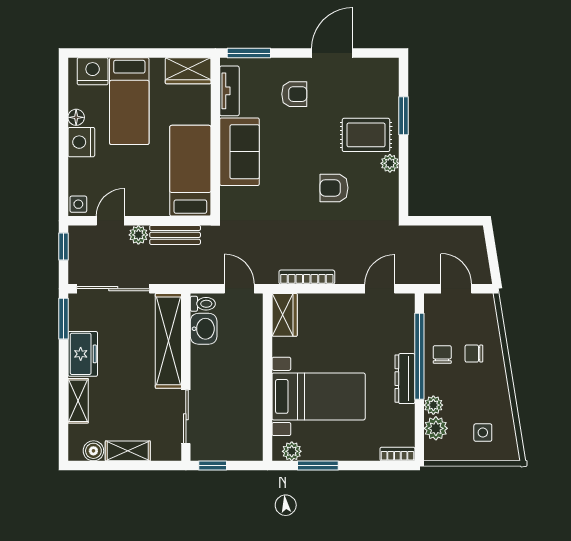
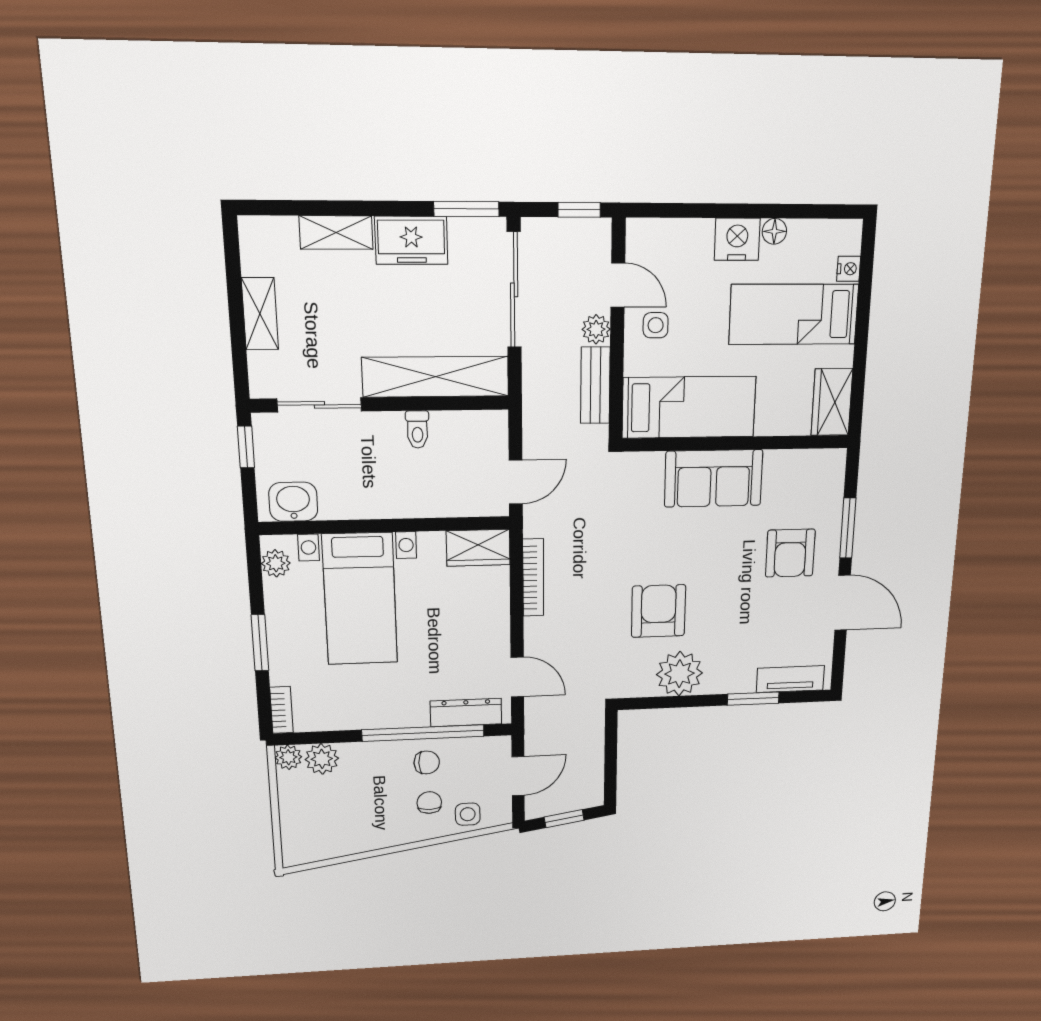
window: (249, 53) -> (848, 528), moved
nightstand: (93, 71) -> (849, 269), width x0.53, depth x0.56
tv unit: (229, 91) -> (790, 679), moved, turned 180
armchair: (294, 94) -> (790, 553), width x1.38, depth x1.38
rug: (366, 135) -> (730, 651), removed
plant: (390, 163) -> (680, 674), width x1.88, depth x1.88
armchair: (334, 188) -> (658, 611), width x1.38, depth x1.38
side table: (78, 204) -> (656, 325), moved
window: (492, 255) -> (564, 819), added
toilet: (203, 304) -> (417, 429), moved
washbasin: (204, 329) -> (293, 502), moved, turned 180
dresser: (405, 379) -> (466, 712), moved
plant: (433, 405) -> (288, 757), moved
side table: (483, 433) -> (468, 814), moved
boiler: (93, 451) -> (256, 258), removed
window: (318, 466) -> (260, 643), moved

